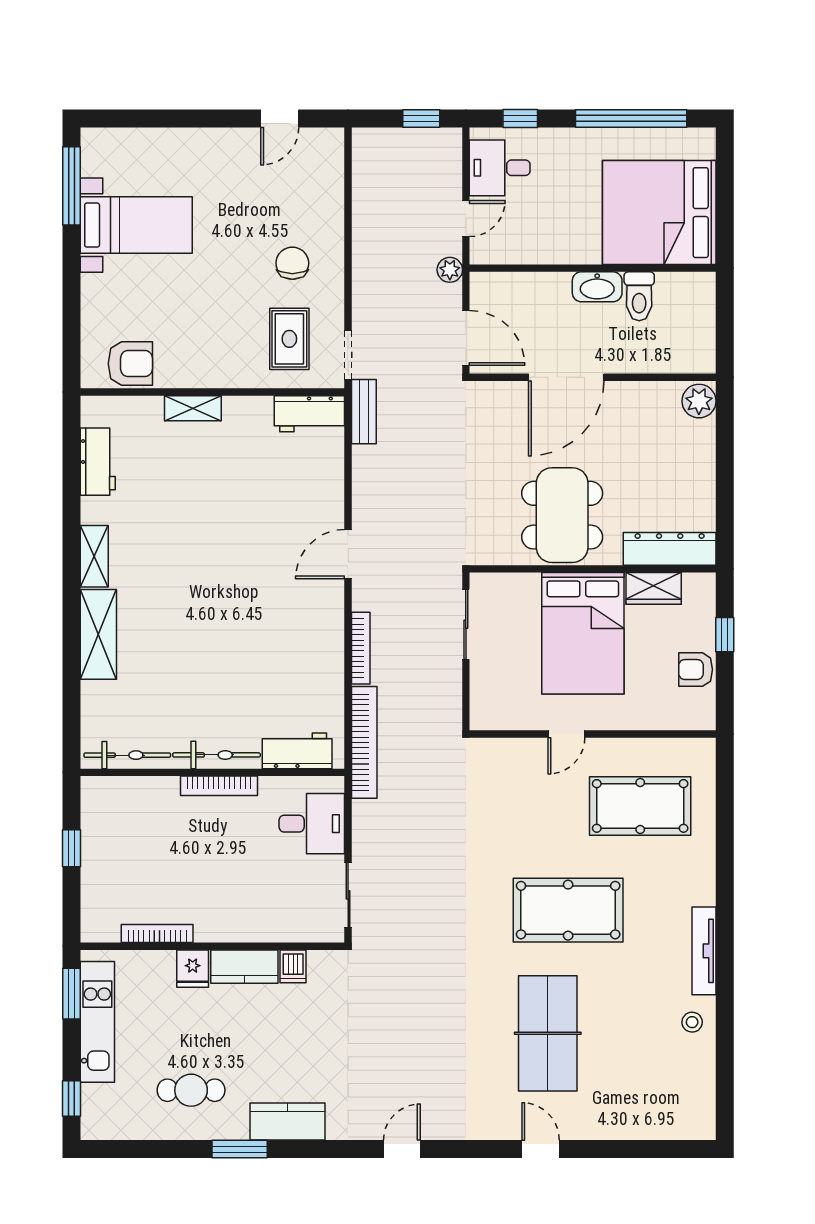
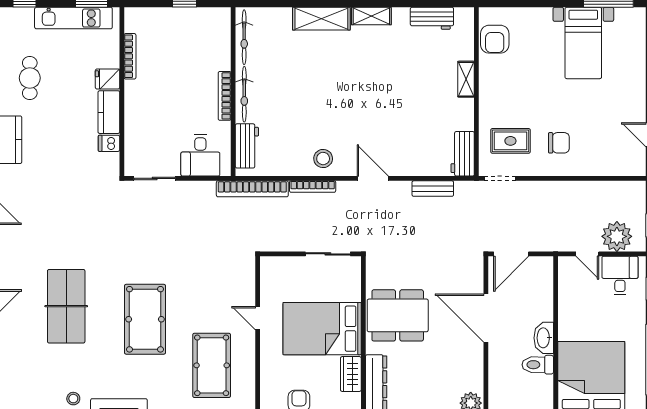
plant: (450, 270) -> (617, 236), moved, width x1.88, depth x1.88
bench: (364, 412) -> (433, 189), moved
stool: (317, 632) -> (323, 159), added
table tennis table: (548, 1033) -> (66, 306), turned 90

